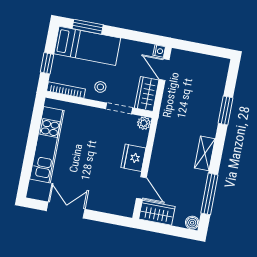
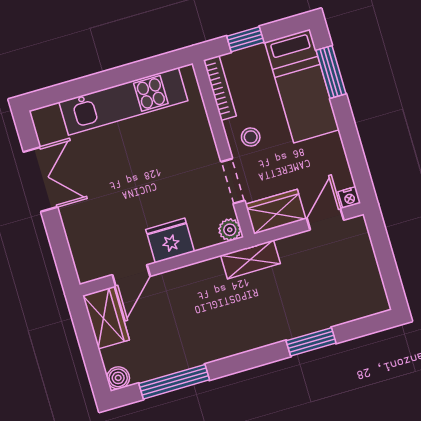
shelving: (205, 153) -> (250, 259), moved

